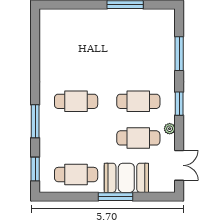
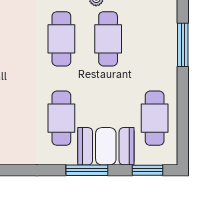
booth: (126, 178) -> (106, 146), moved, turned 90
window: (116, 197) -> (183, 45), moved

